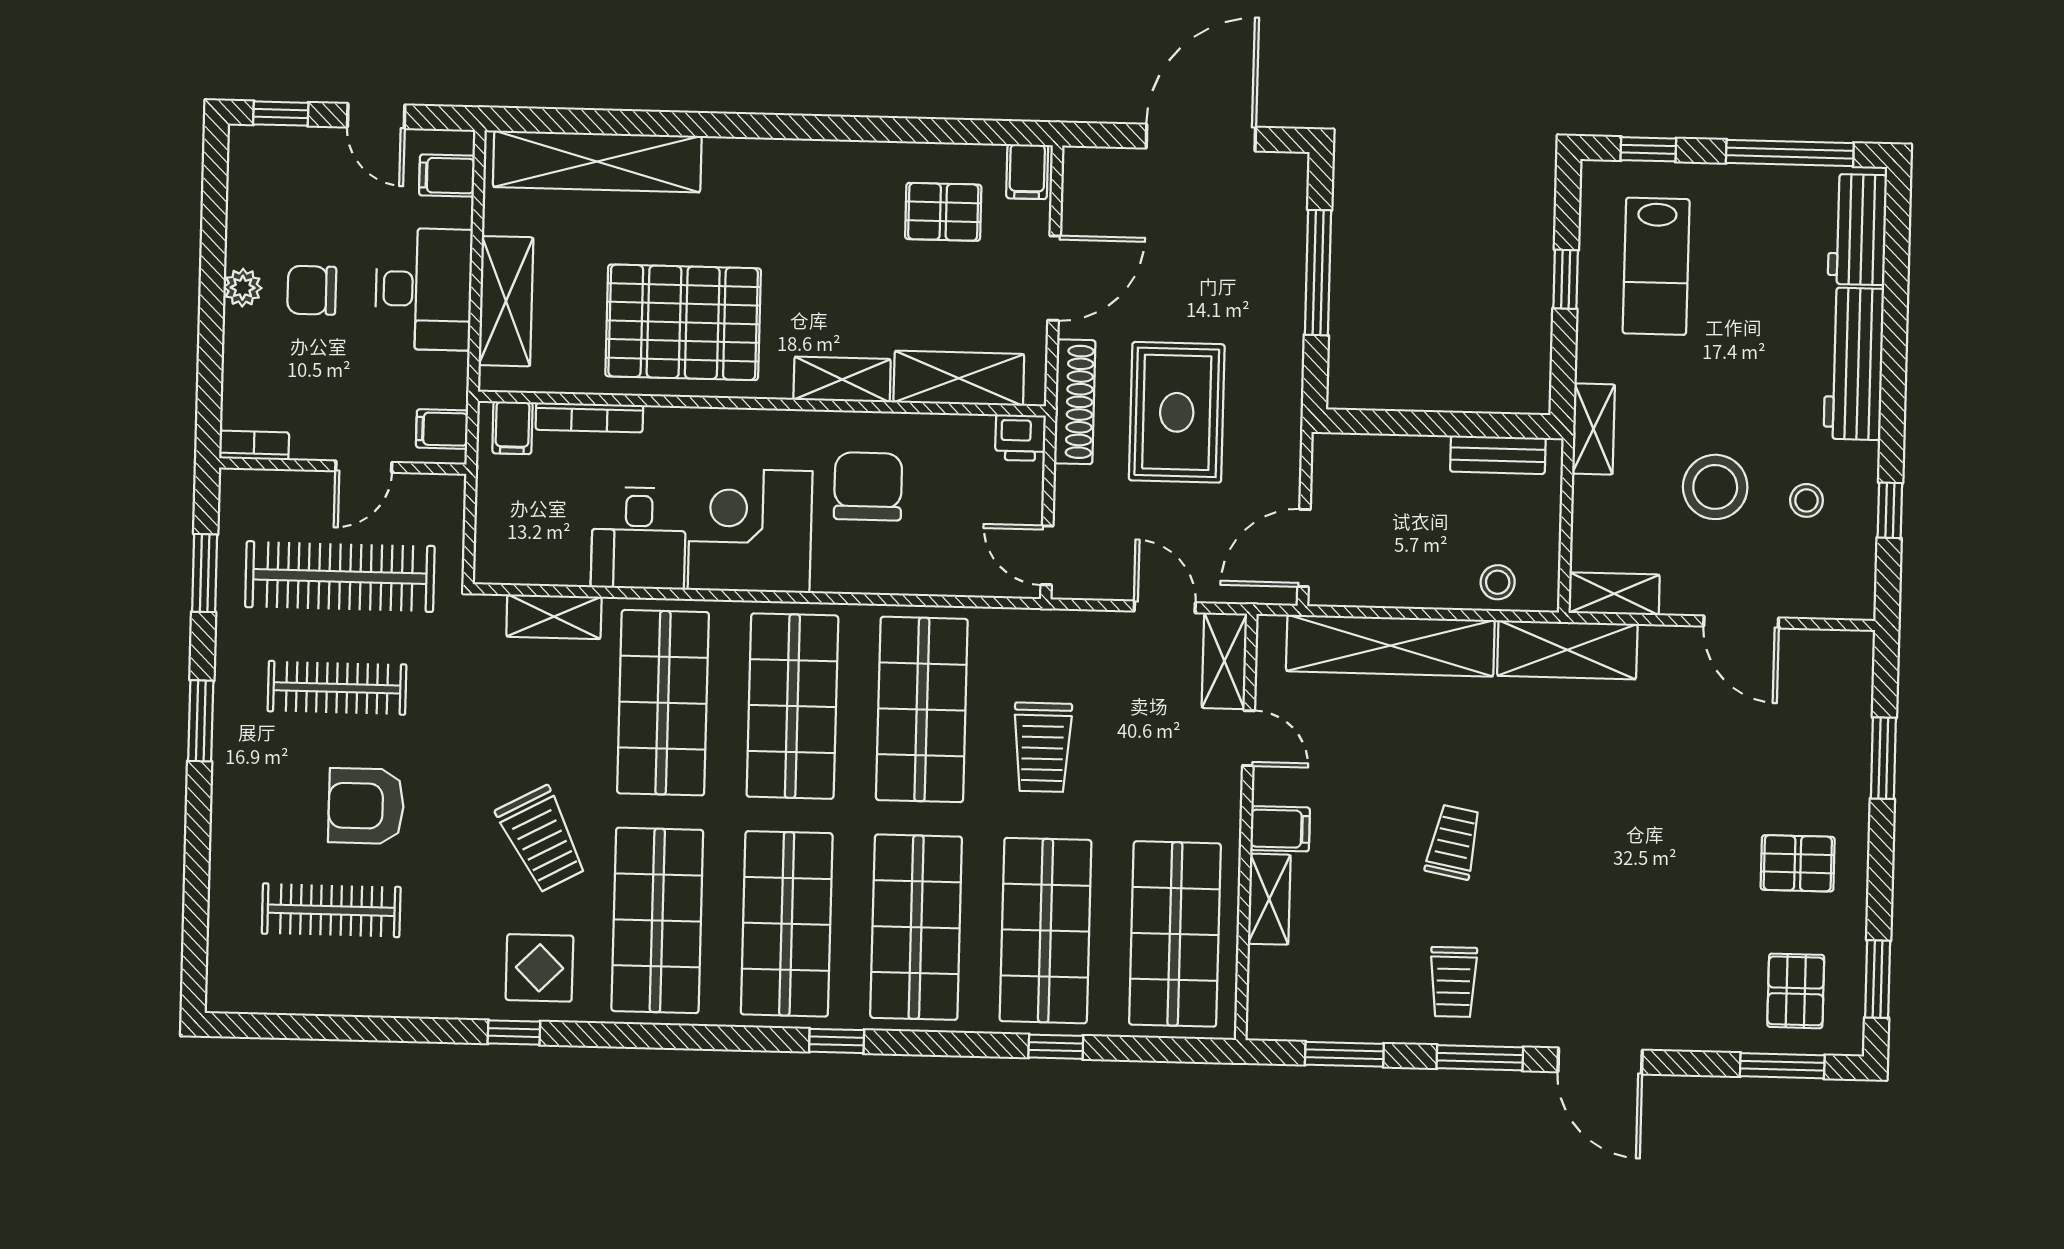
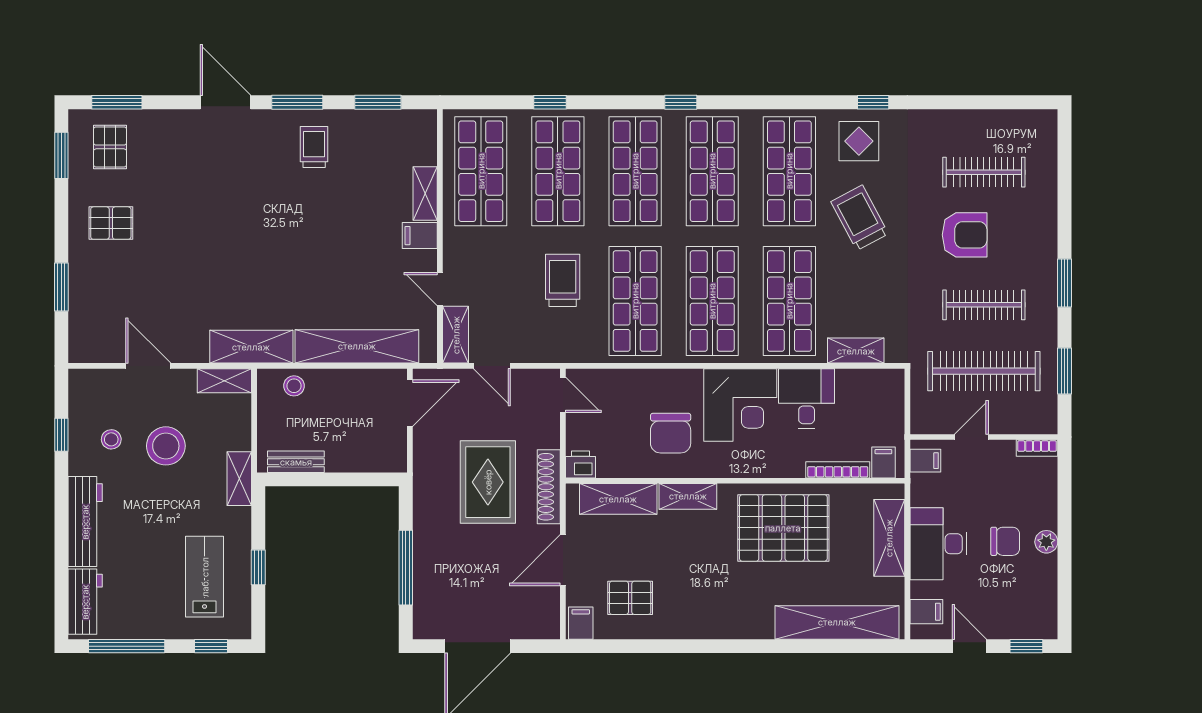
trolley: (1454, 842) -> (316, 230), removed

